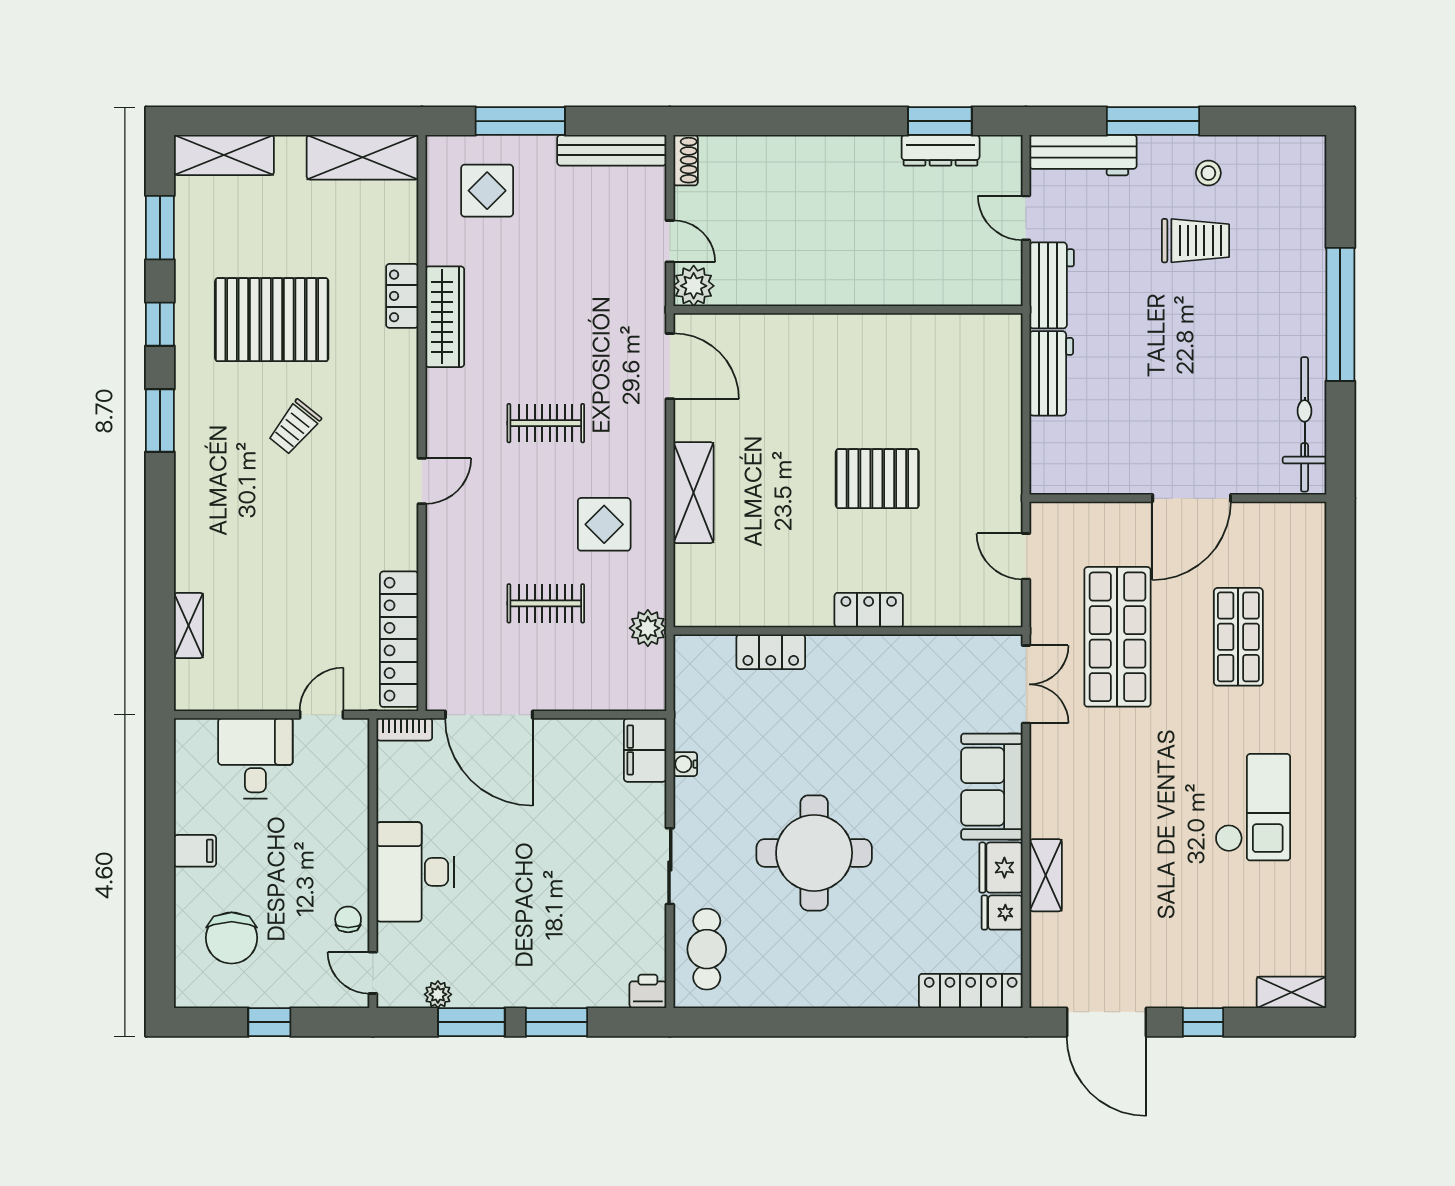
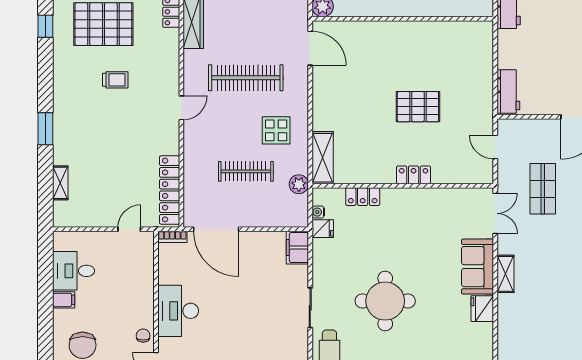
workbench: (1051, 373) -> (508, 92), moved
window: (160, 421) -> (45, 129), moved
clothes rail: (546, 423) -> (246, 78), width x1.86, depth x1.31
trolley: (294, 427) -> (115, 80), turned -129
shelving: (693, 493) -> (323, 158), moved
clothes rail: (546, 603) -> (246, 171), width x1.36
shop shelf: (1117, 637) -> (543, 189), width x0.70, depth x0.74
desk: (255, 758) -> (74, 271), moved, turned -90
water cooler: (685, 764) -> (318, 212), moved
shelving: (1046, 875) -> (505, 274), moved
fridge: (1002, 913) -> (323, 229), moved, turned 180

